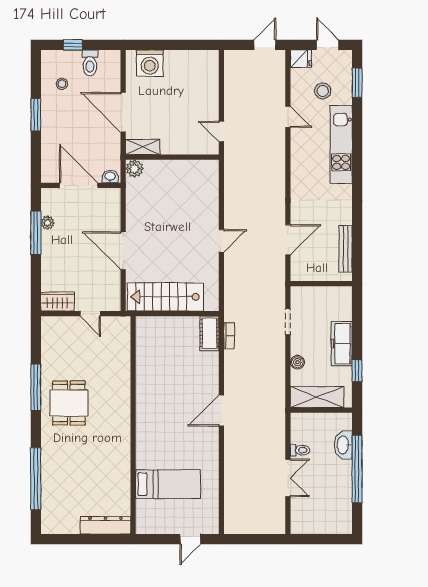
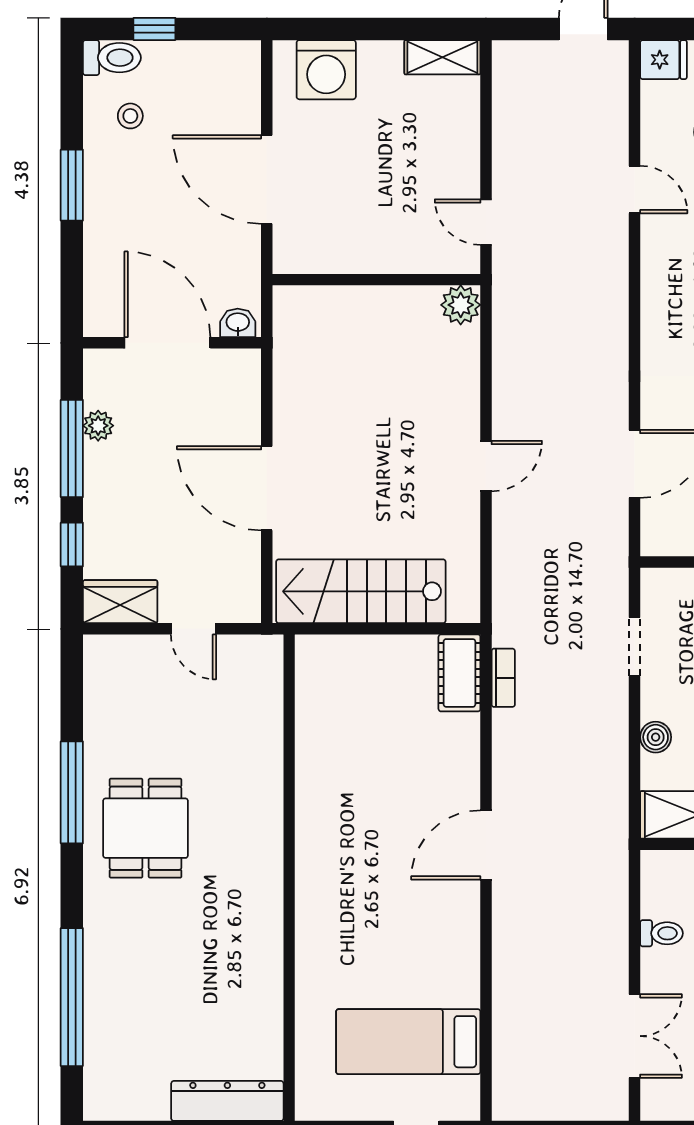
toilet: (90, 63) -> (112, 58), moved, turned -90
shelving: (143, 147) -> (442, 57), moved
plant: (135, 169) -> (461, 305), moved
window: (36, 276) -> (72, 545), added
double door: (288, 478) -> (635, 1036), moved
bed: (168, 484) -> (408, 1042), moved, turned 180

